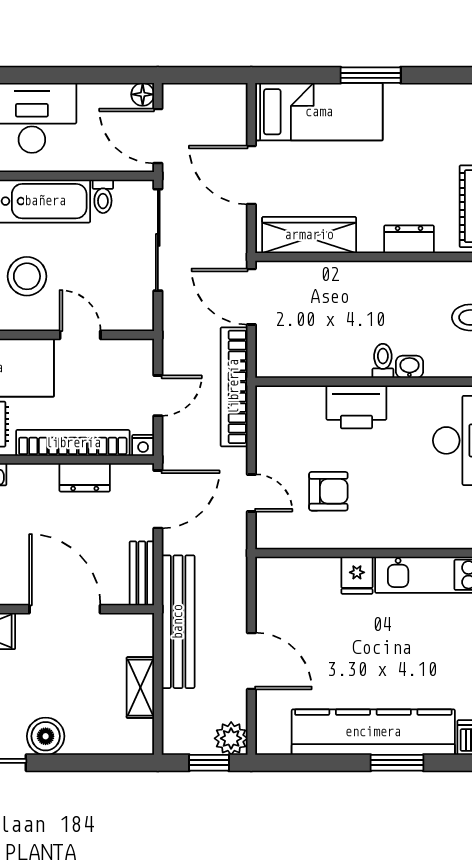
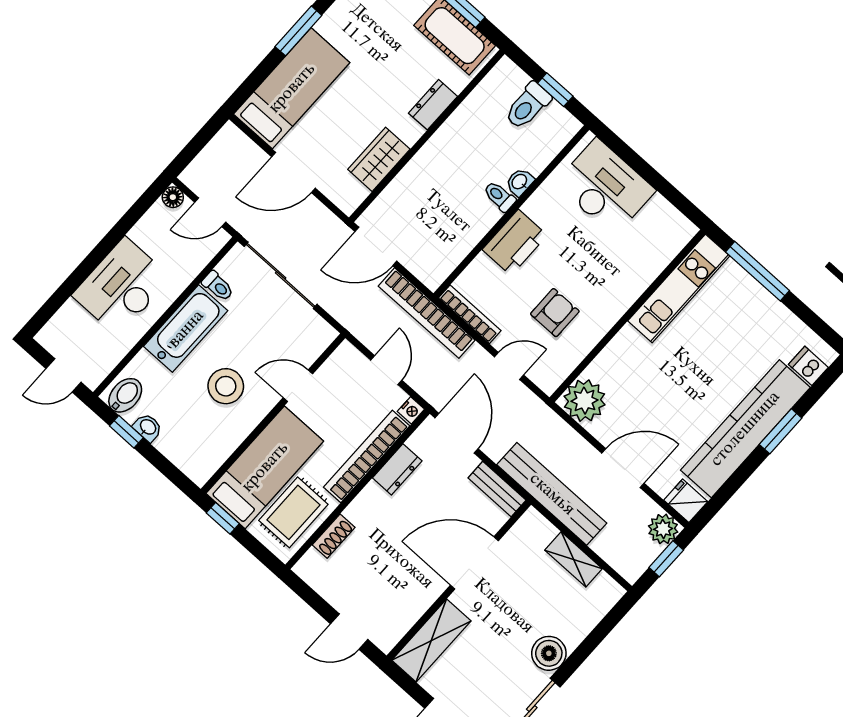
door: (158, 136) -> (210, 212), width x0.73
wardrobe: (309, 235) -> (379, 159), width x0.67
bookcase: (265, 423) -> (470, 314), added
fridge: (357, 575) -> (686, 501), moved, turned 180
plant: (278, 580) -> (585, 401), added

